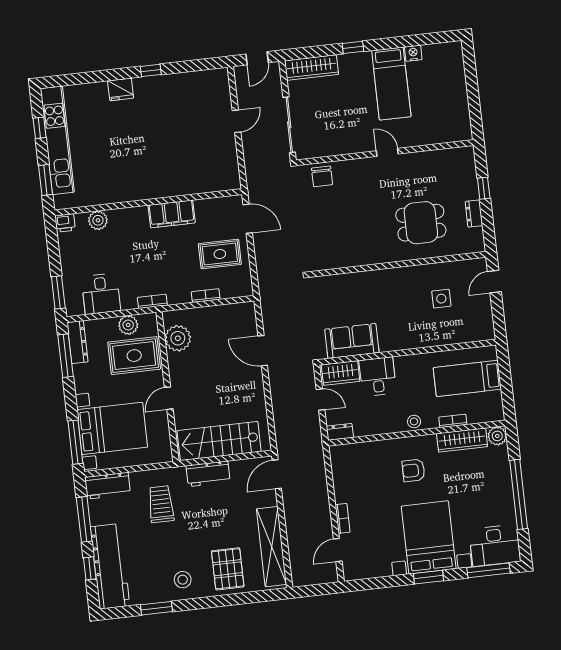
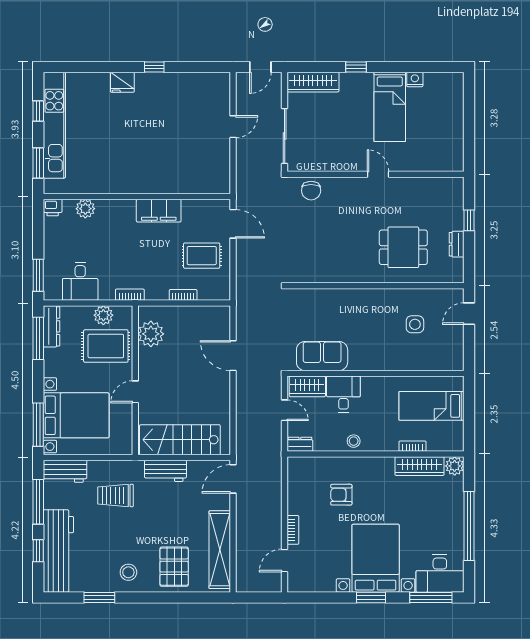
stool: (414, 421) -> (354, 441), moved
armchair: (414, 470) -> (341, 495), moved
trolley: (161, 504) -> (116, 495), turned -90

